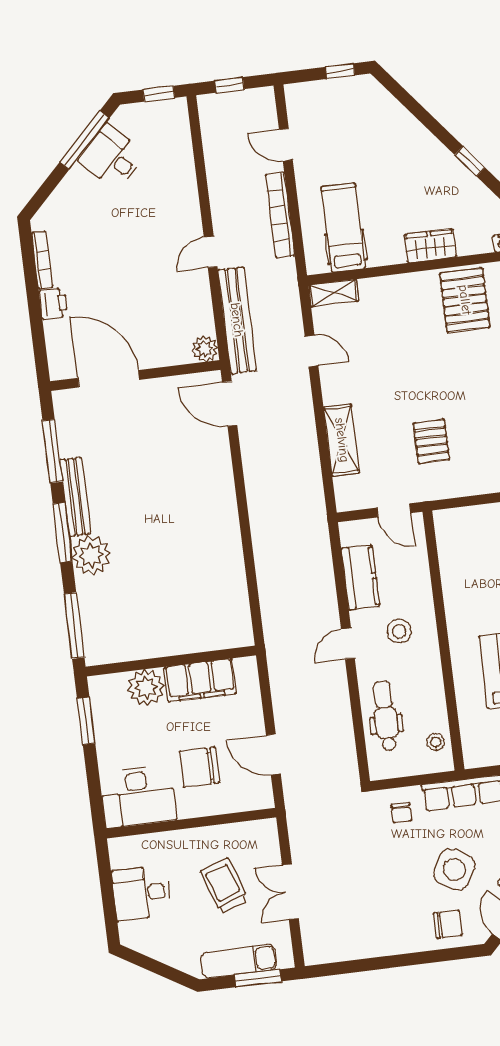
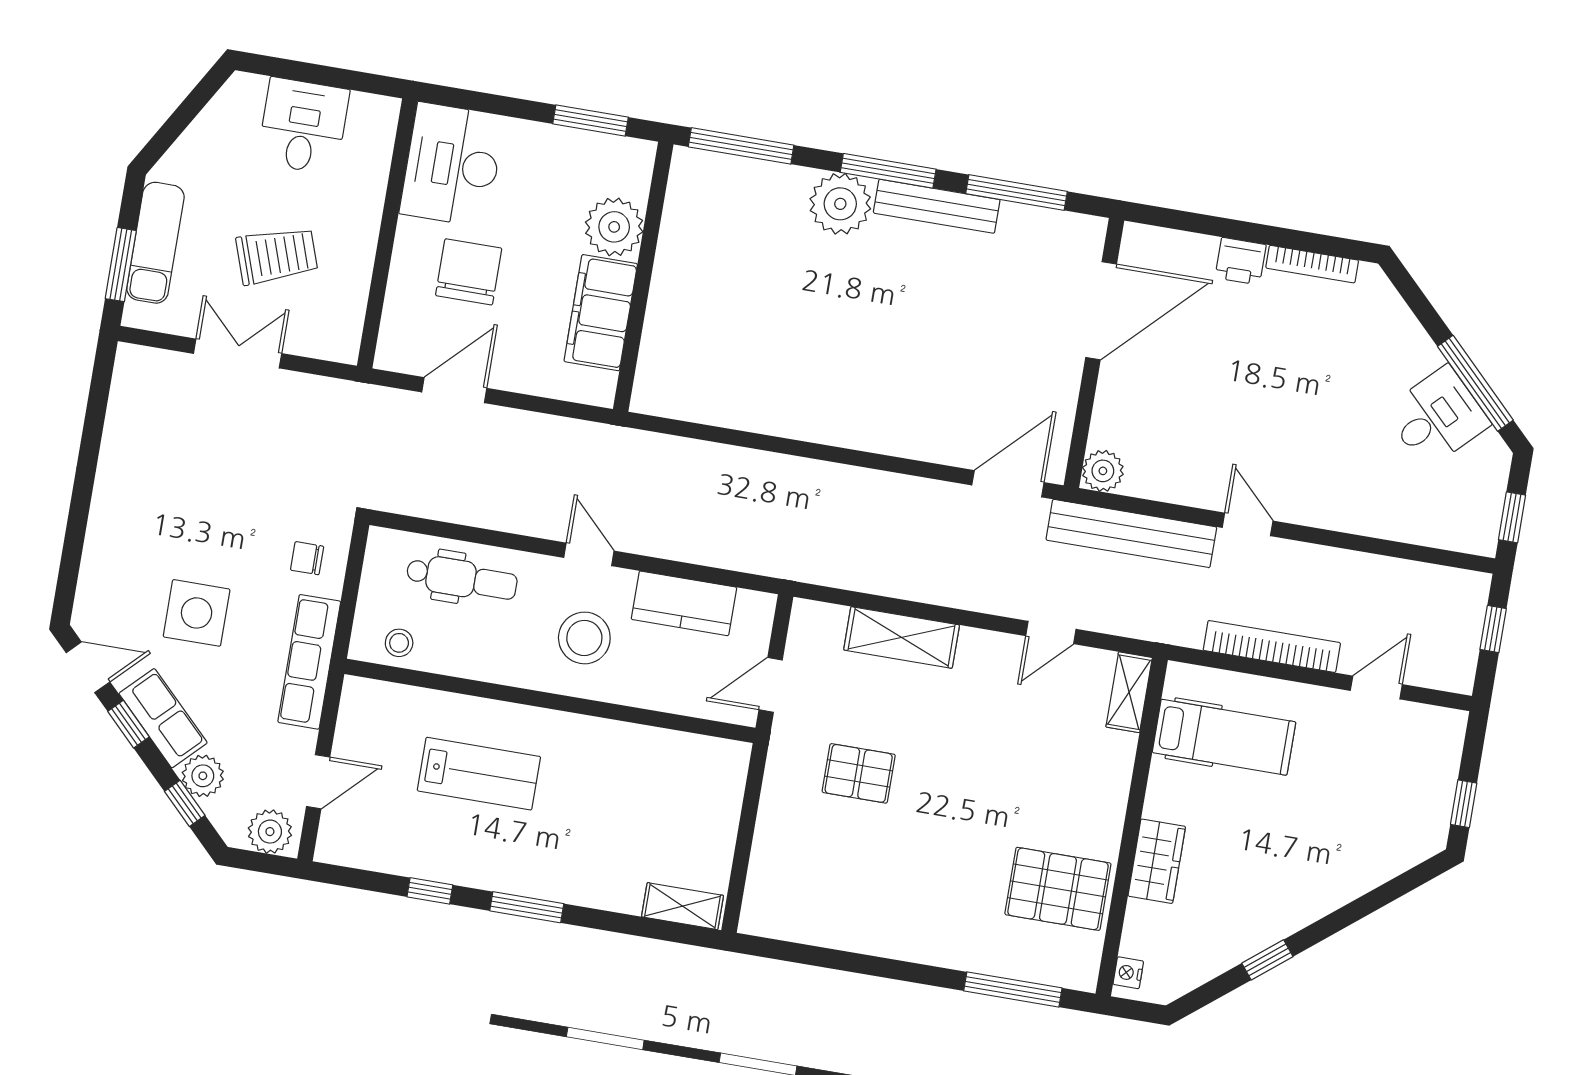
stool: (399, 631) -> (584, 638), width x1.38, depth x1.38
side table: (454, 869) -> (197, 613), turned -30
chair: (448, 924) -> (116, 578), removed

